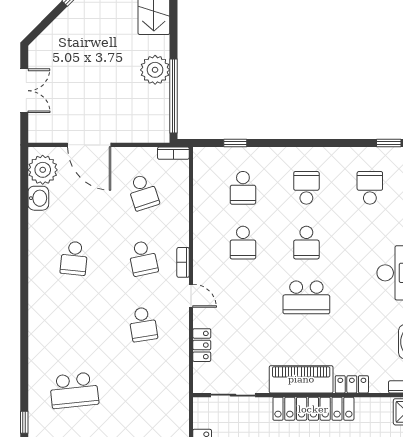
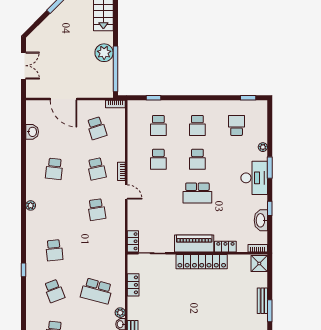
plant: (43, 170) -> (31, 205), moved, width x0.53, depth x0.53
school desk: (306, 188) -> (197, 125), turned 180
locker: (202, 345) -> (133, 241), moved
school desk: (74, 390) -> (54, 250), width x0.54

